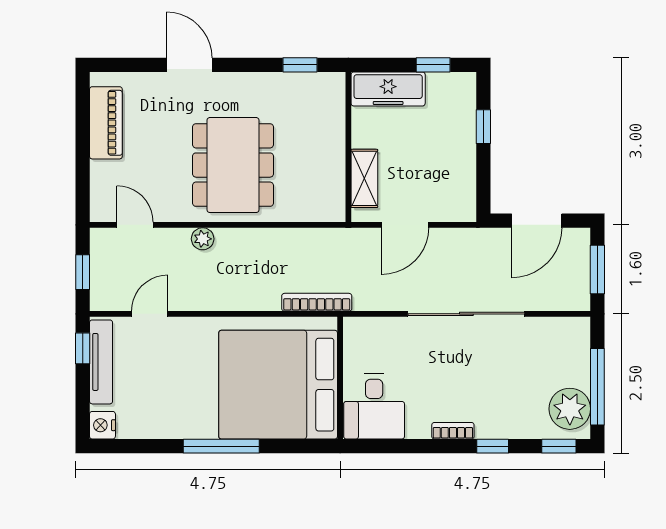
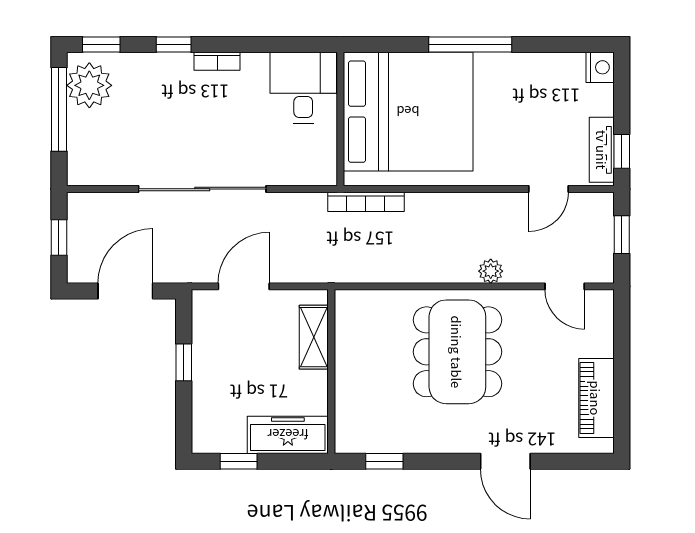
window: (483, 127) -> (184, 362), moved
door: (405, 225) -> (244, 286), moved
window: (597, 269) -> (59, 238), width x0.67
tv unit: (101, 362) -> (602, 150), width x0.71

